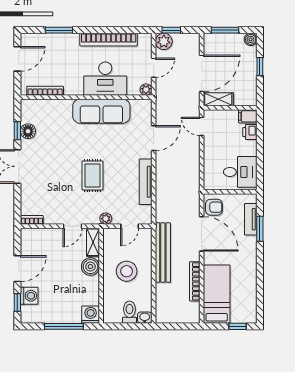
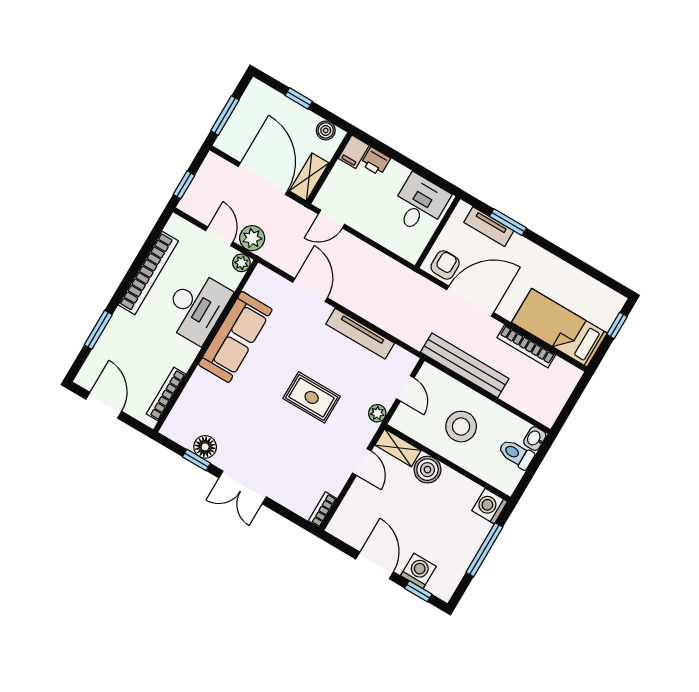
boiler: (251, 39) -> (326, 130), moved
plant: (164, 41) -> (252, 238), moved

